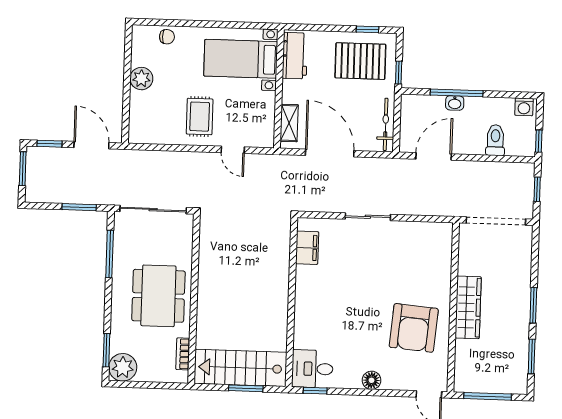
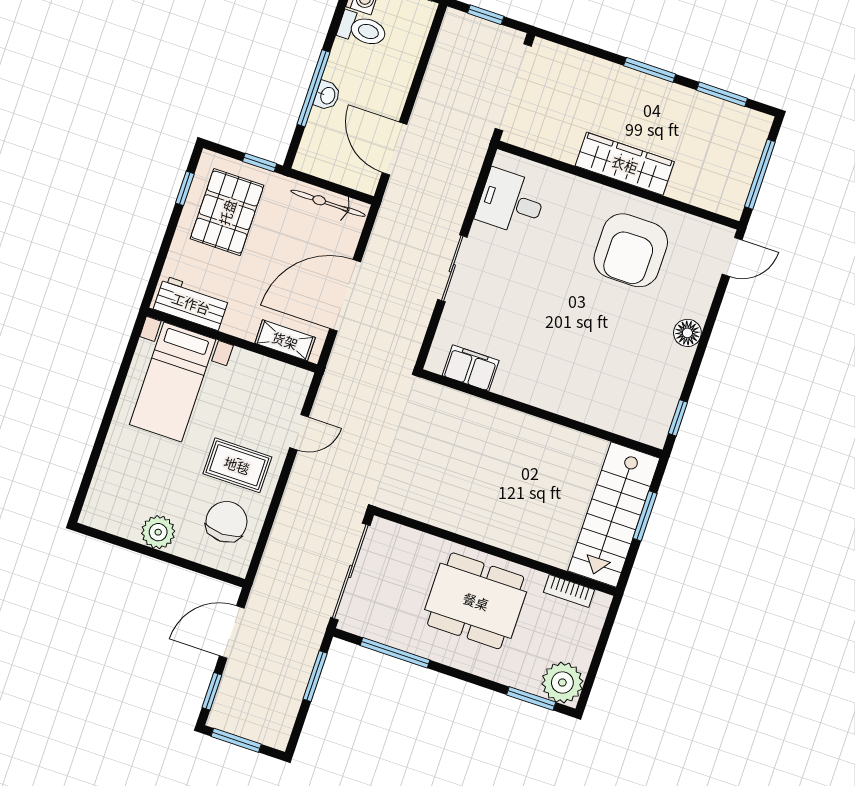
chair: (167, 37) -> (226, 522), moved, width x1.87, depth x1.87
toilet: (495, 140) -> (362, 29), moved, turned 180
armchair: (414, 328) -> (631, 250), turned 85
desk: (312, 369) -> (511, 202), moved, turned 90

